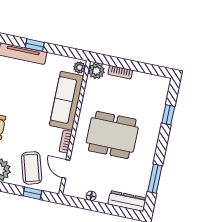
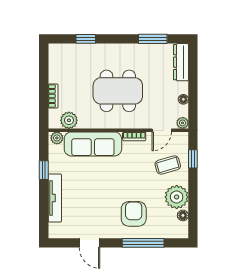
window: (35, 45) -> (44, 170), moved
plant: (96, 71) -> (69, 120), moved
dining table: (112, 135) -> (118, 91), turned 90
coffee table: (32, 168) -> (168, 165), width x0.73, depth x0.77
plant: (69, 190) -> (183, 123), added

